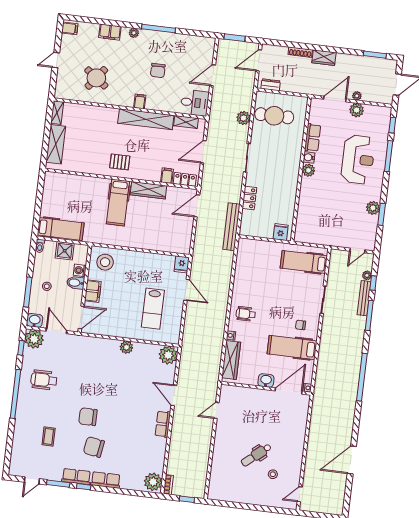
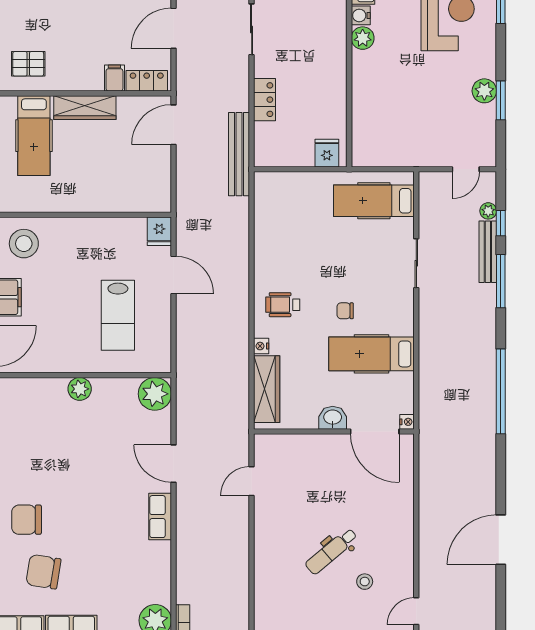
chair: (301, 325) -> (345, 311), moved
door: (289, 391) -> (375, 432), swing flipped

